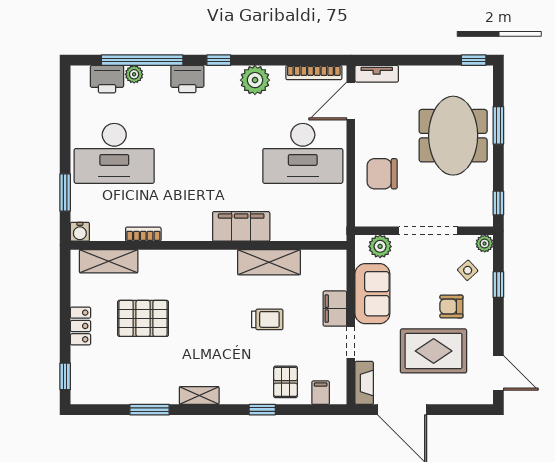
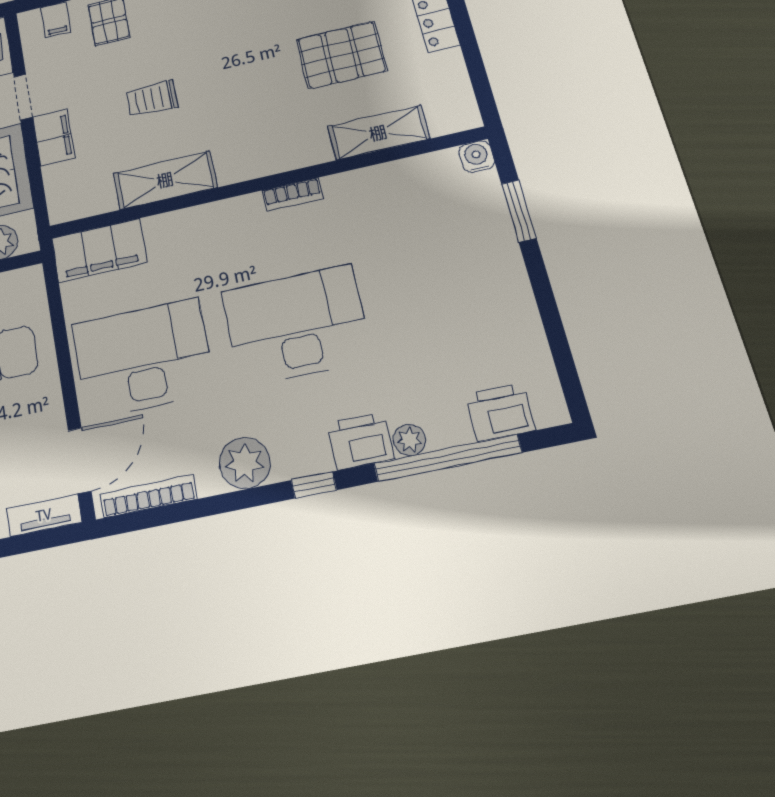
plant: (134, 74) -> (409, 440), moved
desk: (114, 153) -> (296, 325), moved
filing cabinet: (241, 226) -> (99, 250), moved
bookcase: (143, 234) -> (293, 194), moved
shelving: (109, 261) -> (378, 133), moved

